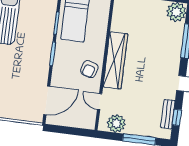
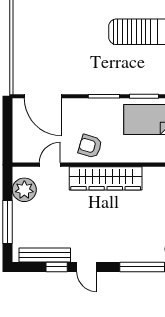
bench: (168, 114) -> (45, 255), width x1.36
window: (177, 117) -> (57, 267), moved

